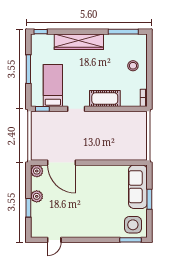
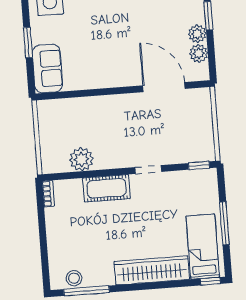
stool: (133, 66) -> (74, 278), moved
bed: (53, 85) -> (203, 247), moved, turned 180
plant: (120, 119) -> (81, 159), added
plant: (37, 171) -> (199, 53), moved
sofa: (138, 187) -> (47, 69), width x0.73

